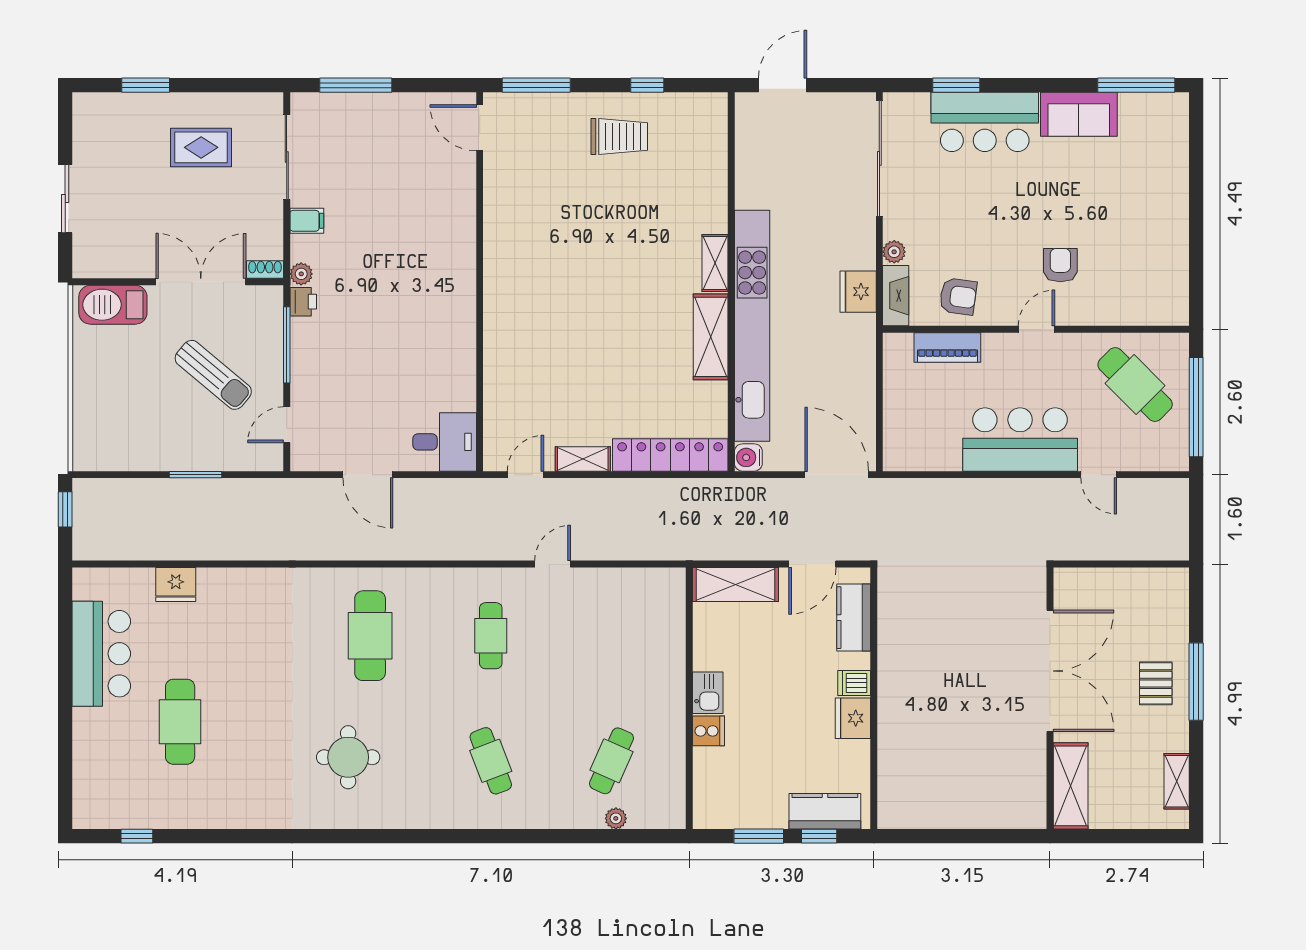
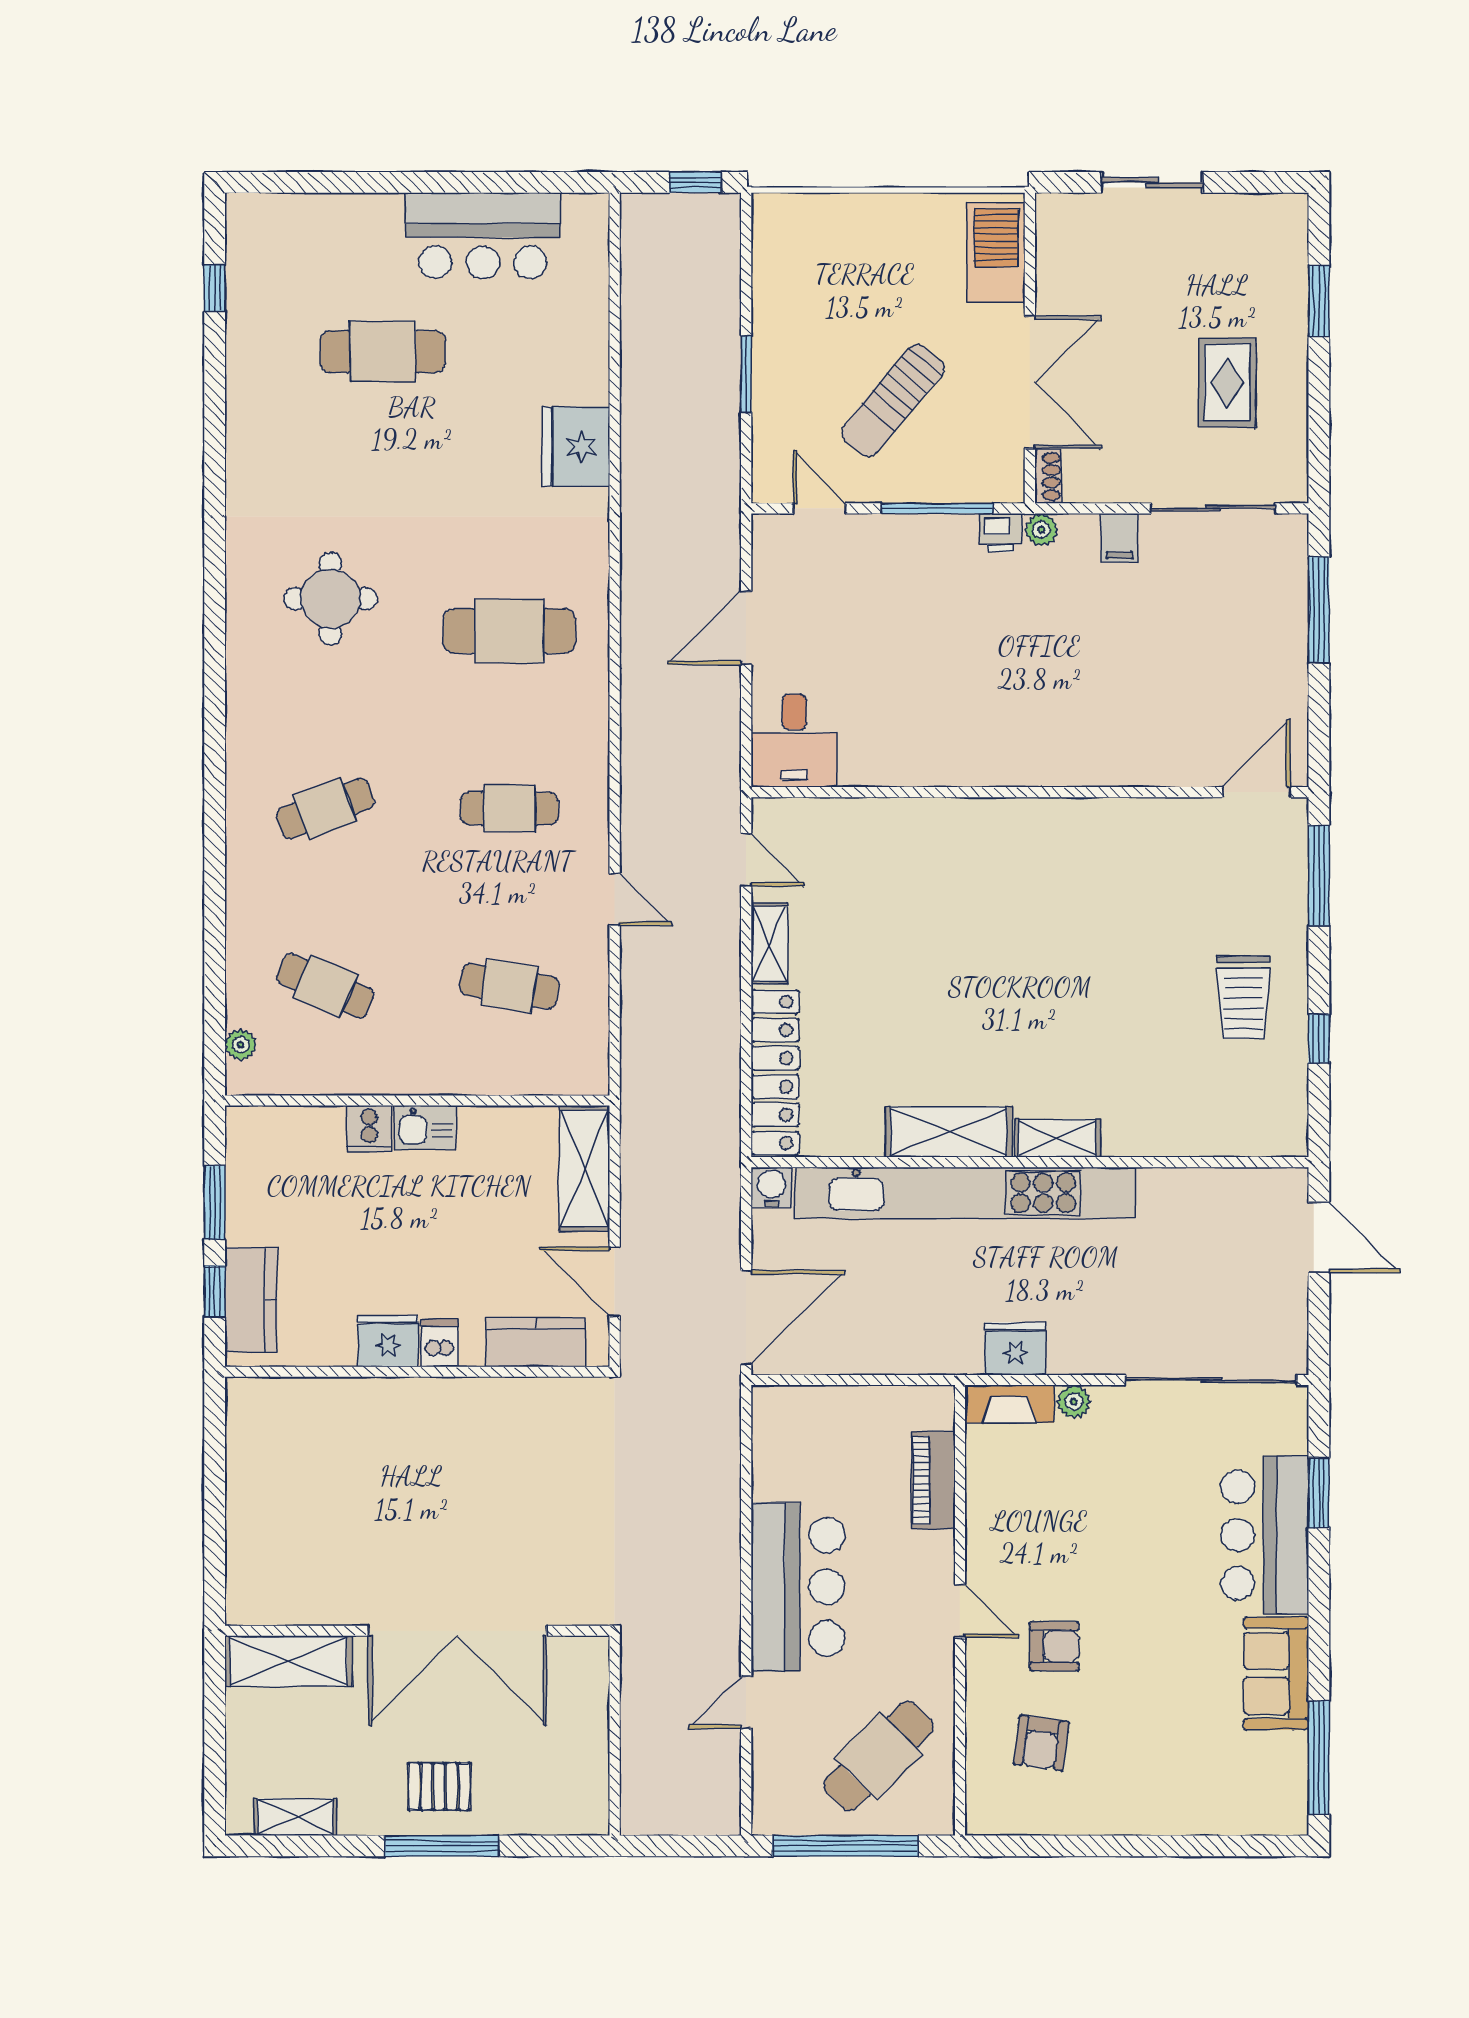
armchair: (958, 296) -> (1041, 1743), moved
fridge: (176, 585) -> (576, 447), moved, width x1.36, depth x1.34
cafe table: (612, 636) -> (509, 986), added
plant: (616, 818) -> (241, 1045), moved

